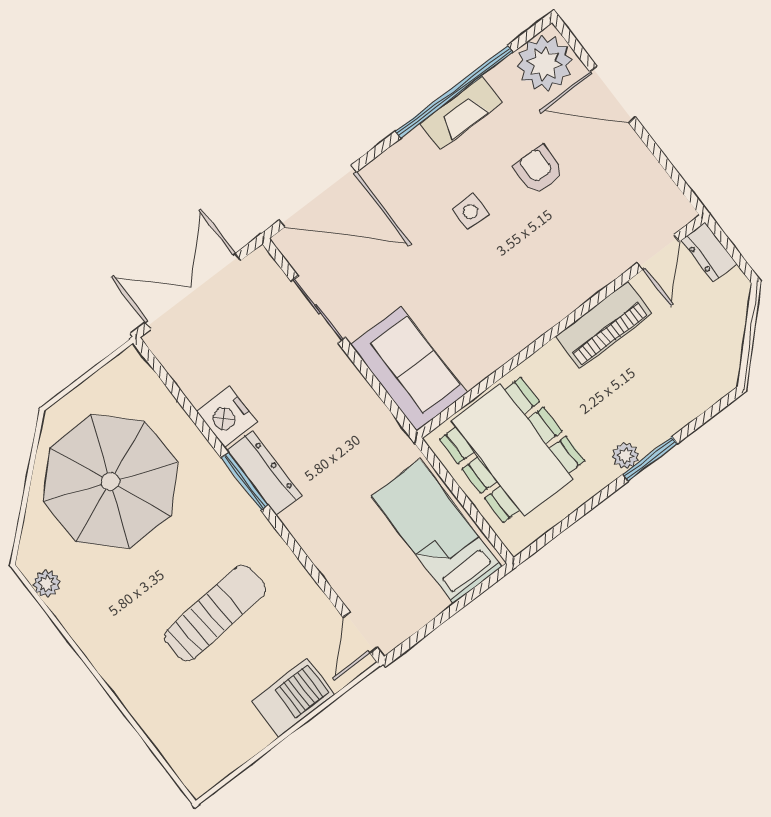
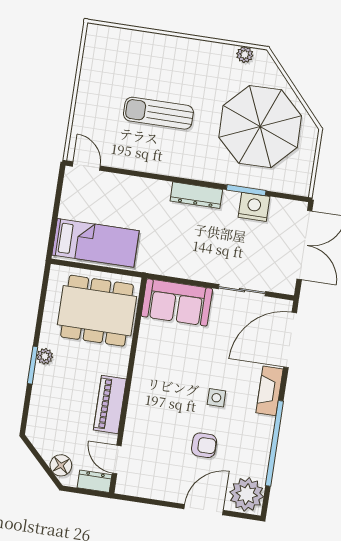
fireplace: (461, 113) -> (269, 391), moved
floor lamp: (731, 309) -> (61, 465), added
nightstand: (227, 417) -> (254, 207), moved
window: (245, 481) -> (246, 190), moved
sun lounger: (215, 613) -> (158, 113), turned 95
barbecue: (293, 698) -> (88, 109), removed

